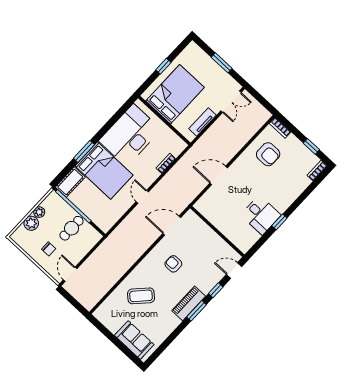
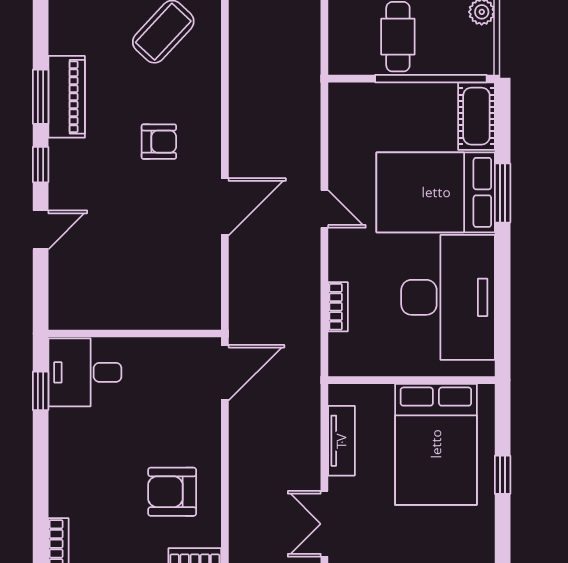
wall: (217, 231) -> (135, 333), moved

